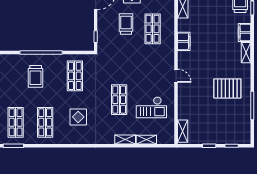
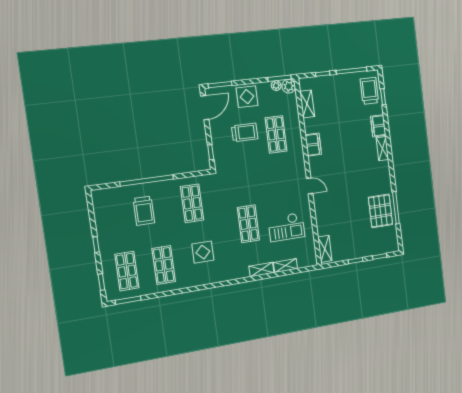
trolley: (126, 24) -> (245, 132), turned 90
pallet: (227, 88) -> (381, 211), moved, turned 90

